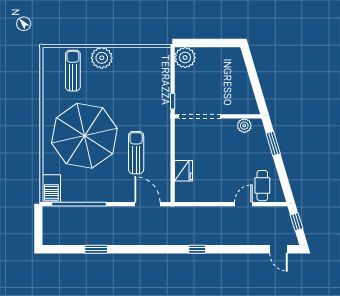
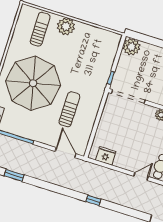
fridge: (183, 171) -> (106, 156), moved, turned -90

